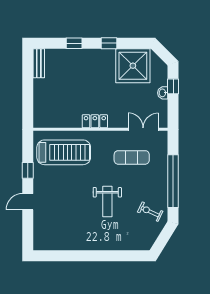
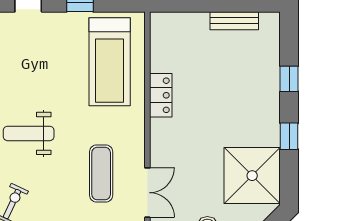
bench: (39, 63) -> (234, 21), moved
locker: (95, 121) -> (161, 95), moved

